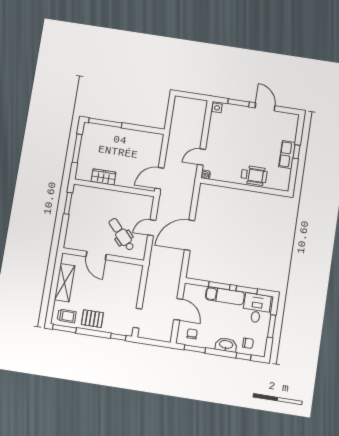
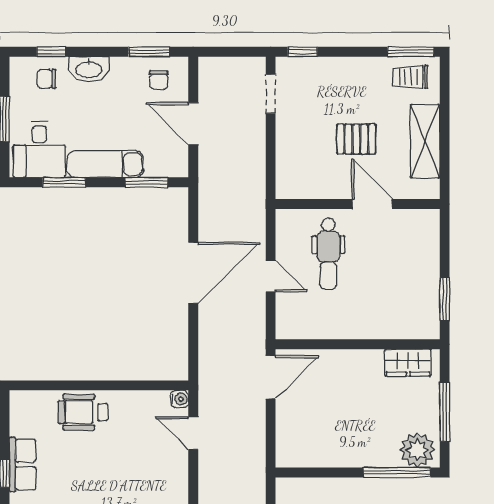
plant: (93, 132) -> (417, 450), added
door: (201, 157) -> (193, 433), swing flipped
wardrobe: (103, 177) -> (408, 363), moved
door: (152, 228) -> (271, 276), hinge flipped
dental chair: (121, 234) -> (328, 254), turned 43
window: (219, 286) -> (146, 182), moved
pallet: (92, 319) -> (356, 139), moved

